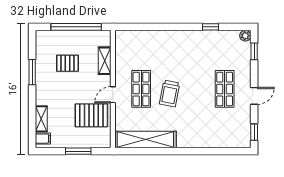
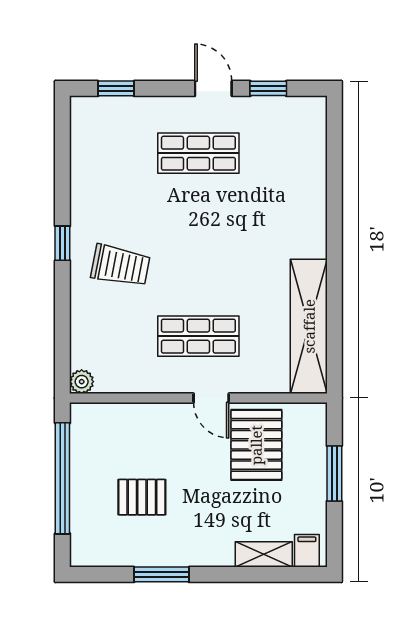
window: (210, 27) -> (62, 243), moved
plant: (245, 36) -> (82, 382), moved
shelving: (105, 61) -> (136, 416), removed
pallet: (67, 63) -> (142, 497), turned 90
trolley: (170, 93) -> (120, 266), moved
window: (254, 132) -> (268, 88), moved

